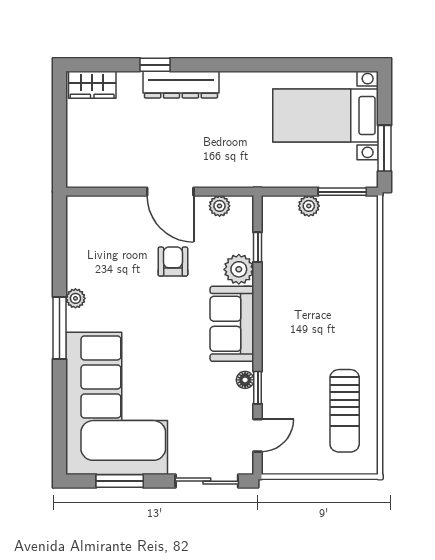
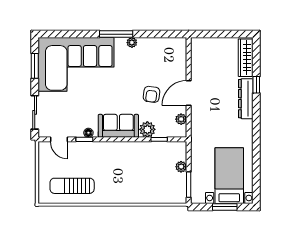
wardrobe: (92, 85) -> (246, 58), width x1.50
window: (384, 148) -> (225, 207), moved
armchair: (173, 262) -> (151, 94), turned 97

